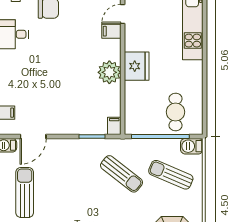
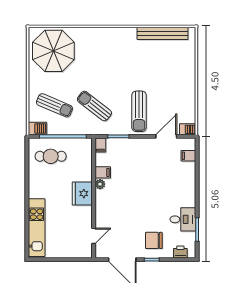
filing cabinet: (111, 31) -> (103, 172), moved
plant: (109, 72) -> (100, 184), width x0.53, depth x0.53
cafe table: (176, 112) -> (51, 156), turned 90
sun lounger: (25, 192) -> (139, 111), moved

